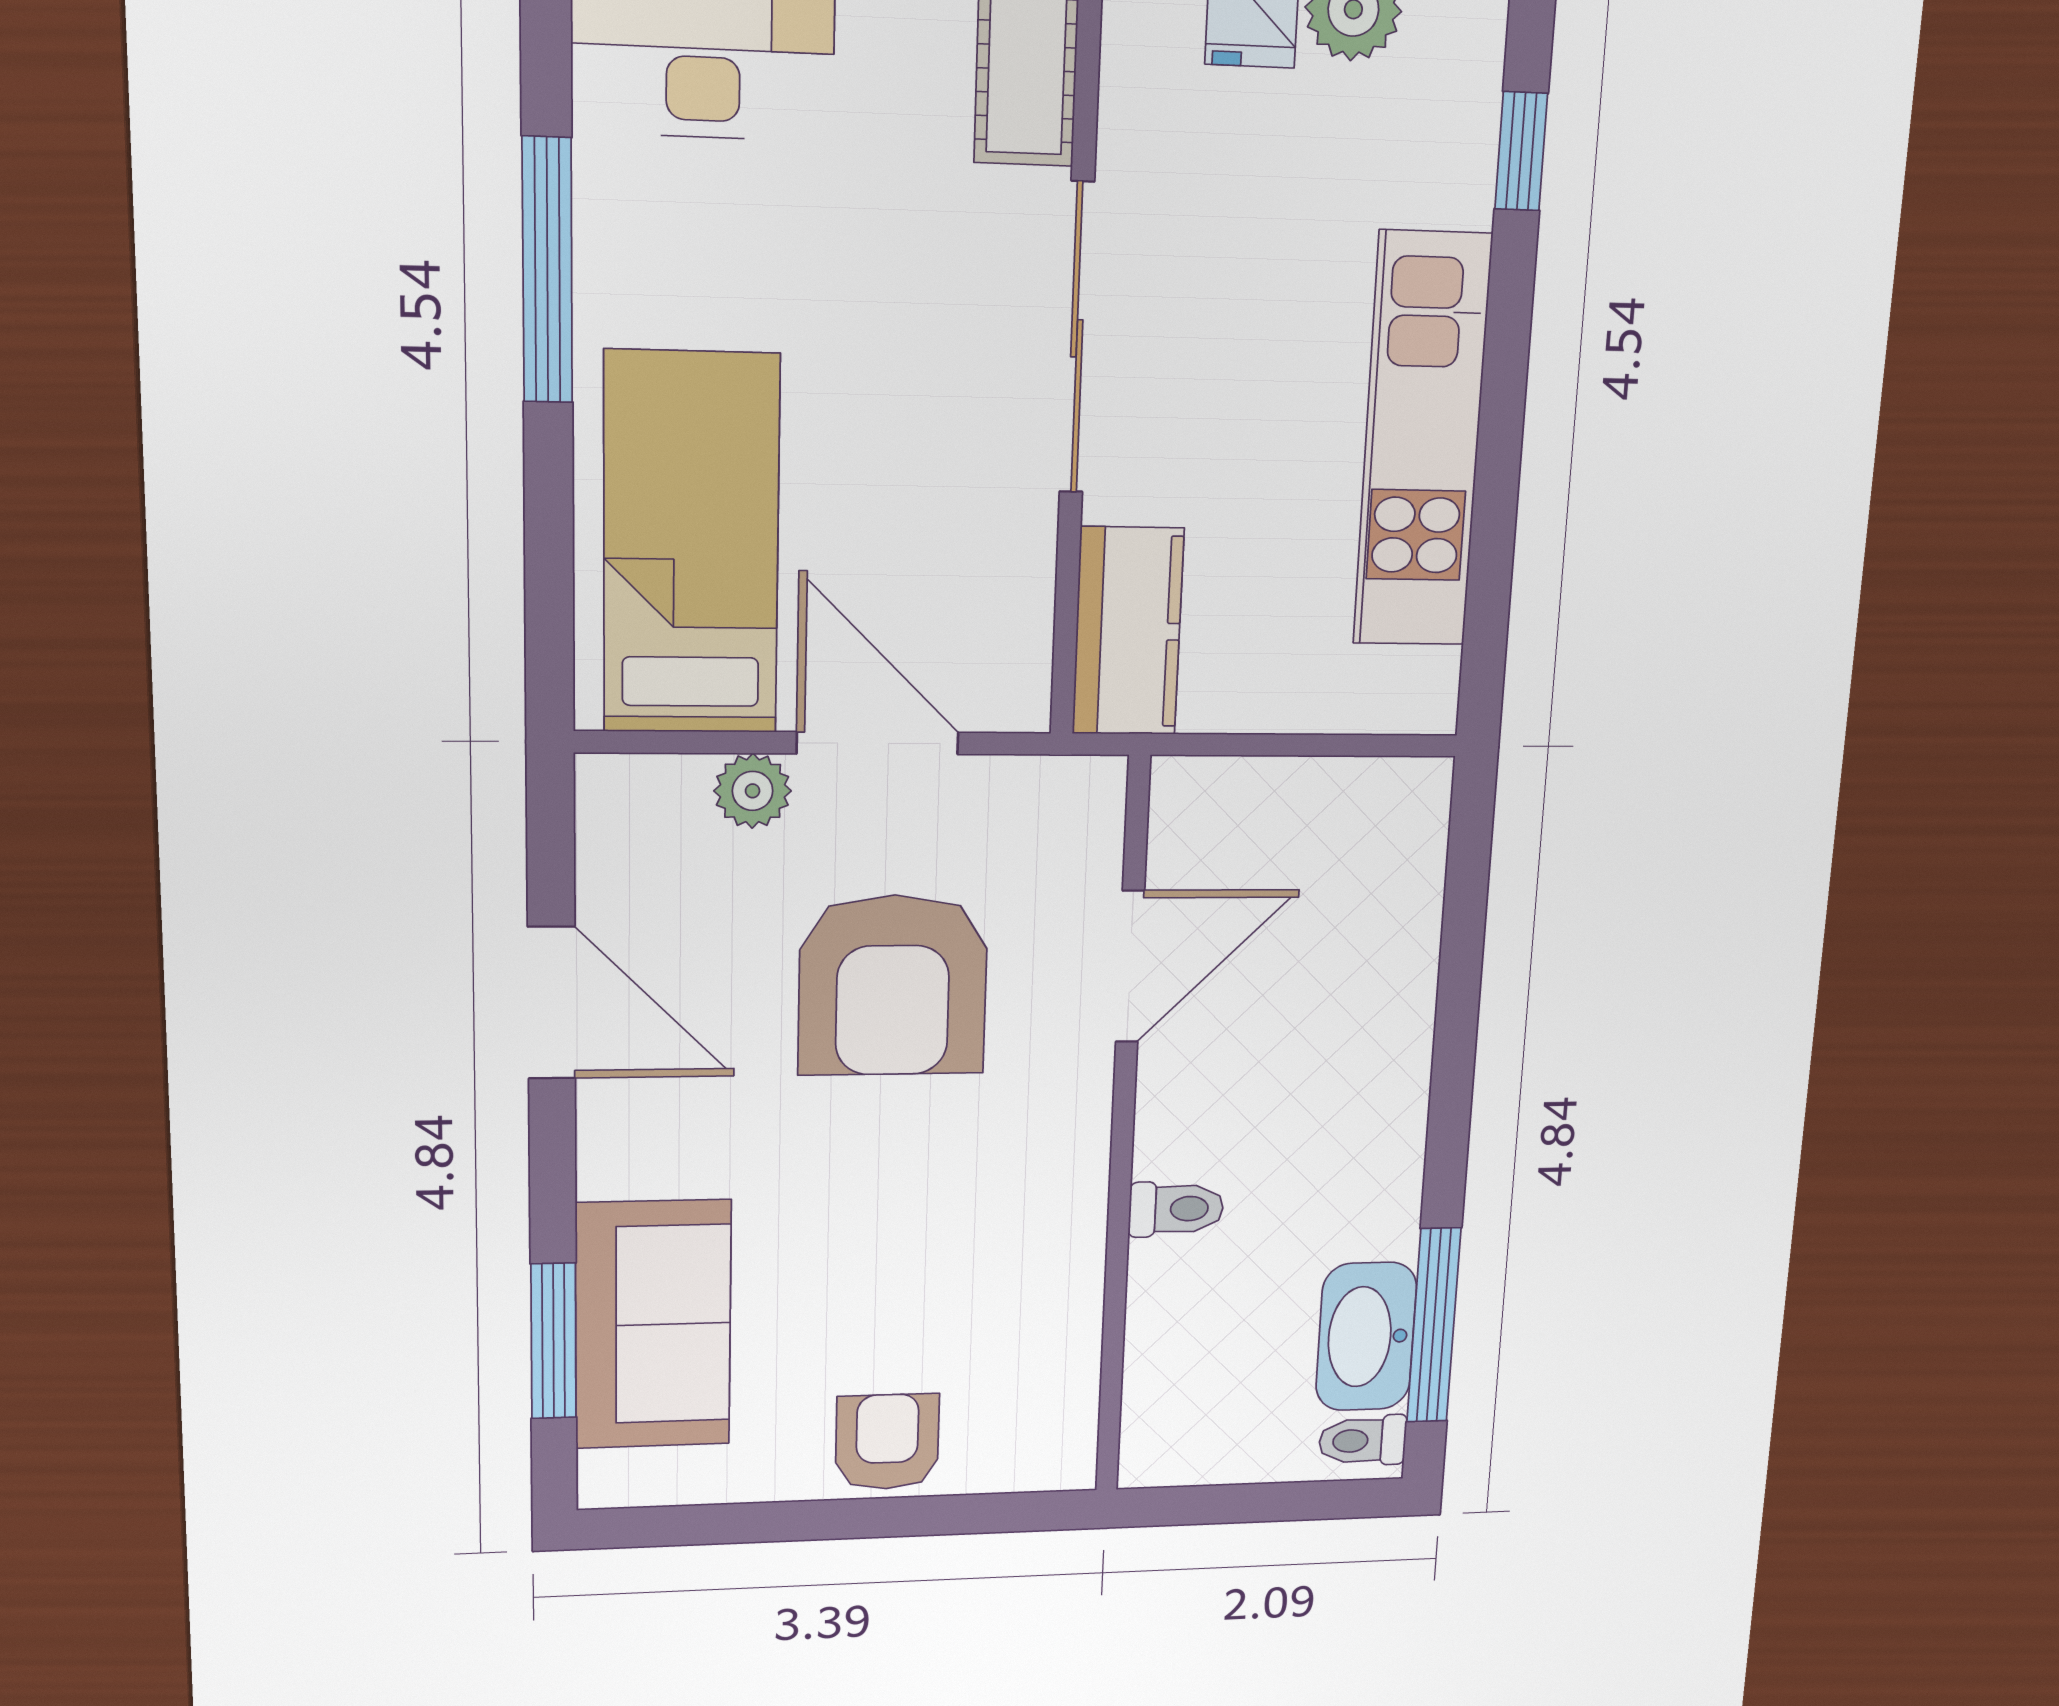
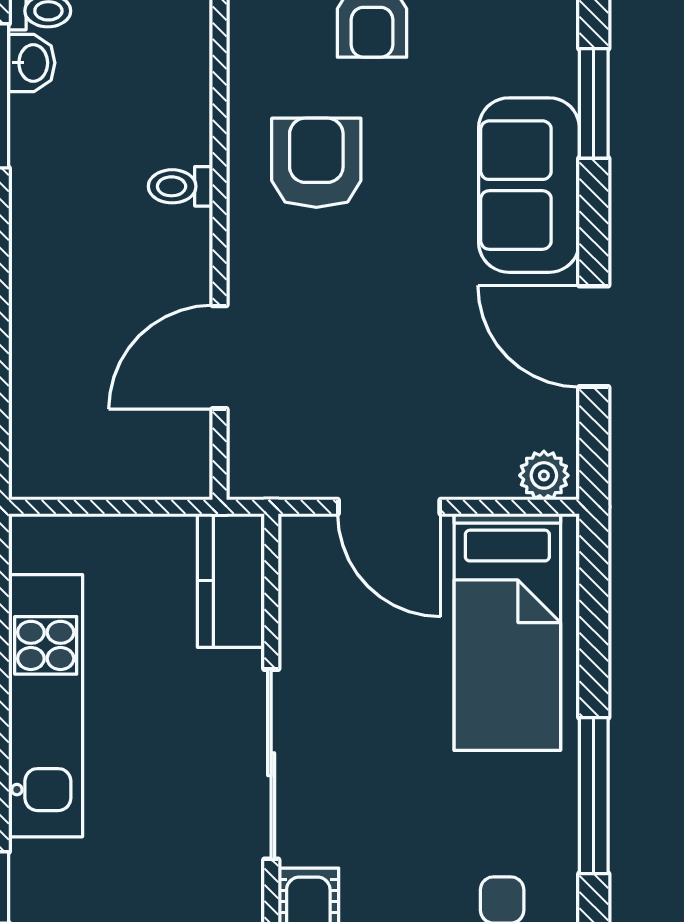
plant: (753, 791) -> (544, 475), moved
armchair: (893, 985) -> (316, 163), moved, width x0.73, depth x0.73
sofa: (653, 1325) -> (529, 185), moved
washbasin: (1366, 1337) -> (32, 63), width x0.52, depth x0.69

